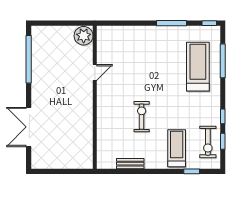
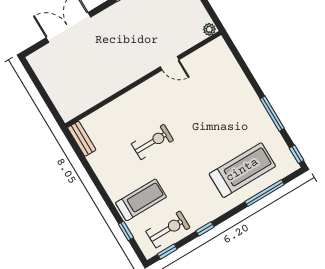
plant: (84, 36) -> (209, 29), width x0.53, depth x0.53
window: (223, 141) -> (167, 252), moved
exercise bike: (208, 142) -> (168, 229), turned 180
bench: (130, 164) -> (82, 139), moved

